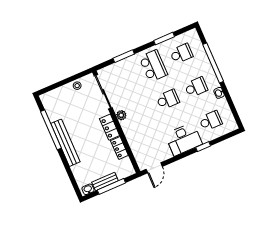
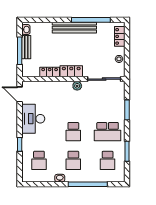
locker: (55, 95) -> (120, 36), added
desk: (184, 139) -> (33, 119), moved

